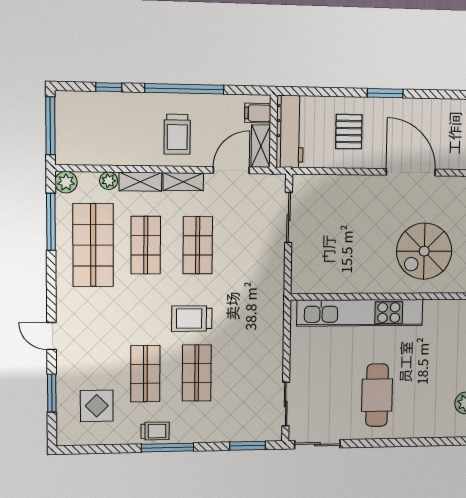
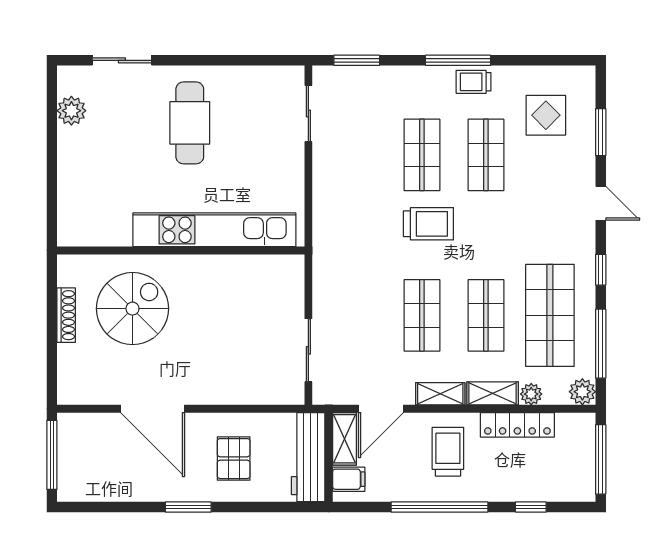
locker: (120, 156) -> (517, 425), added
window: (51, 282) -> (601, 270), added
sliding door: (317, 444) -> (122, 60), moved

